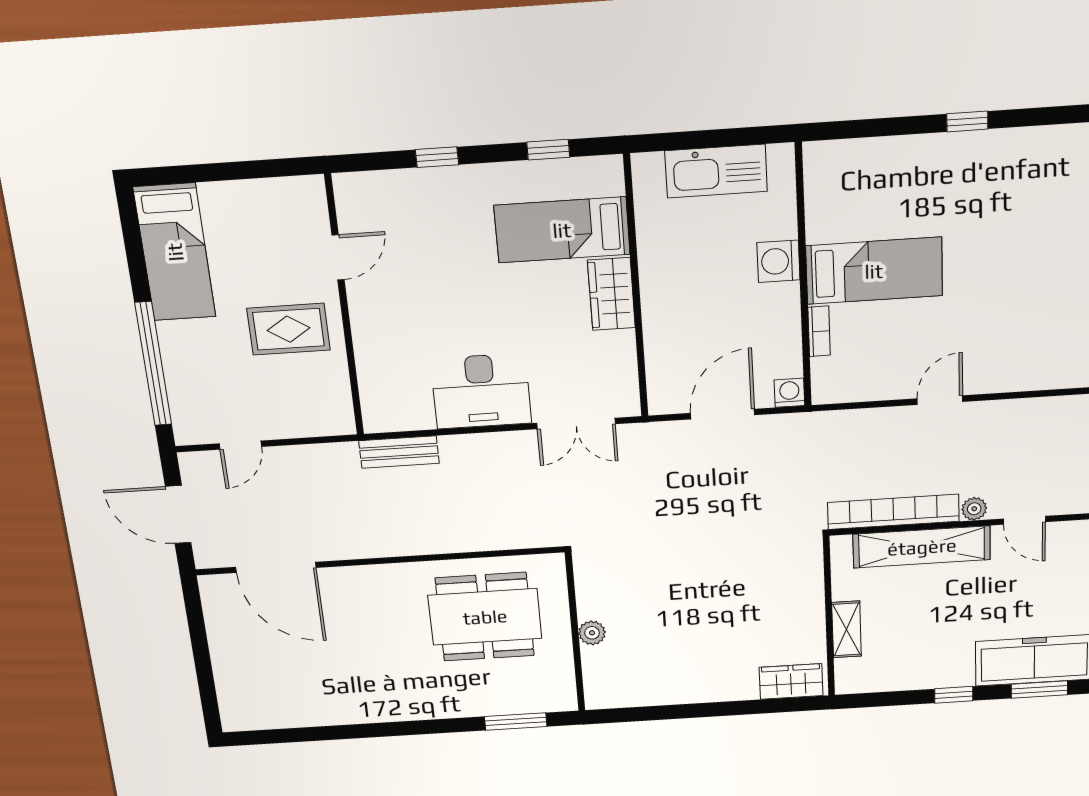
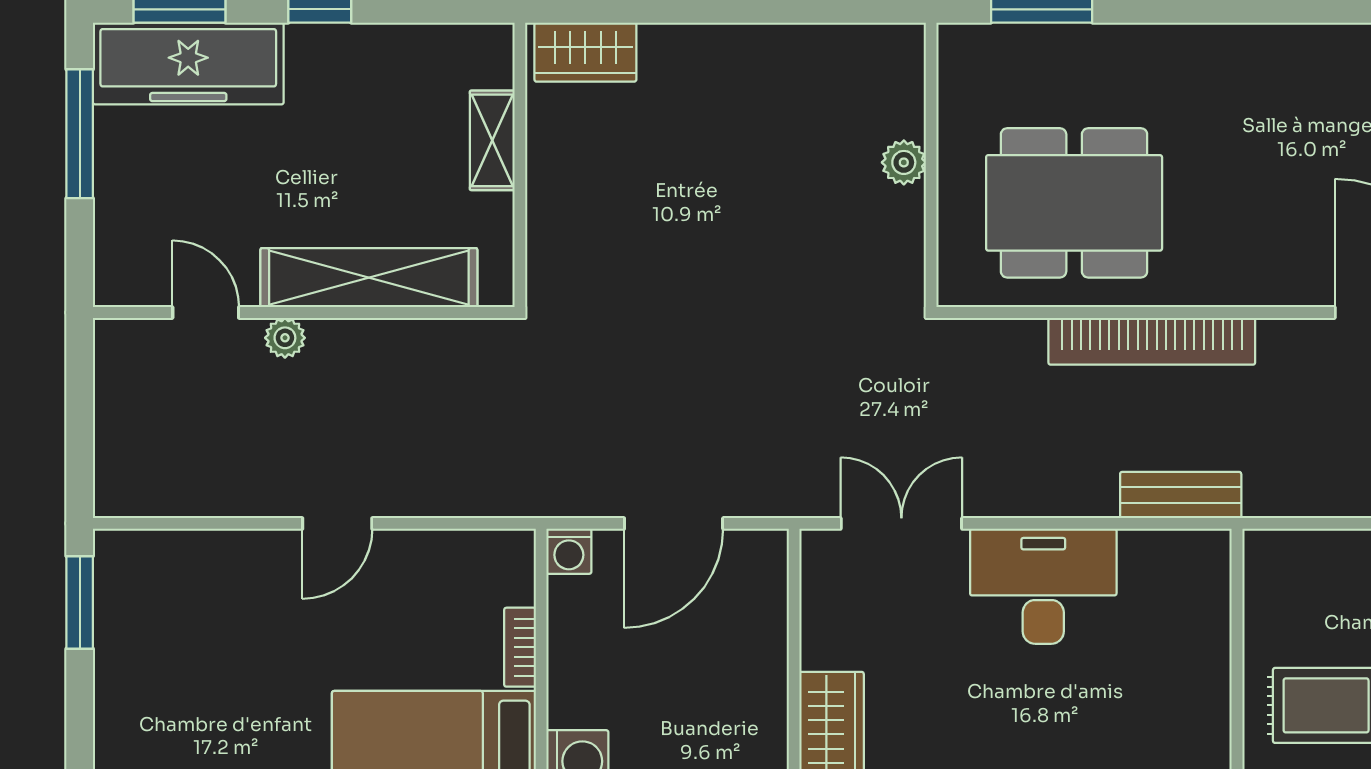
bookcase: (893, 512) -> (1152, 341), moved

